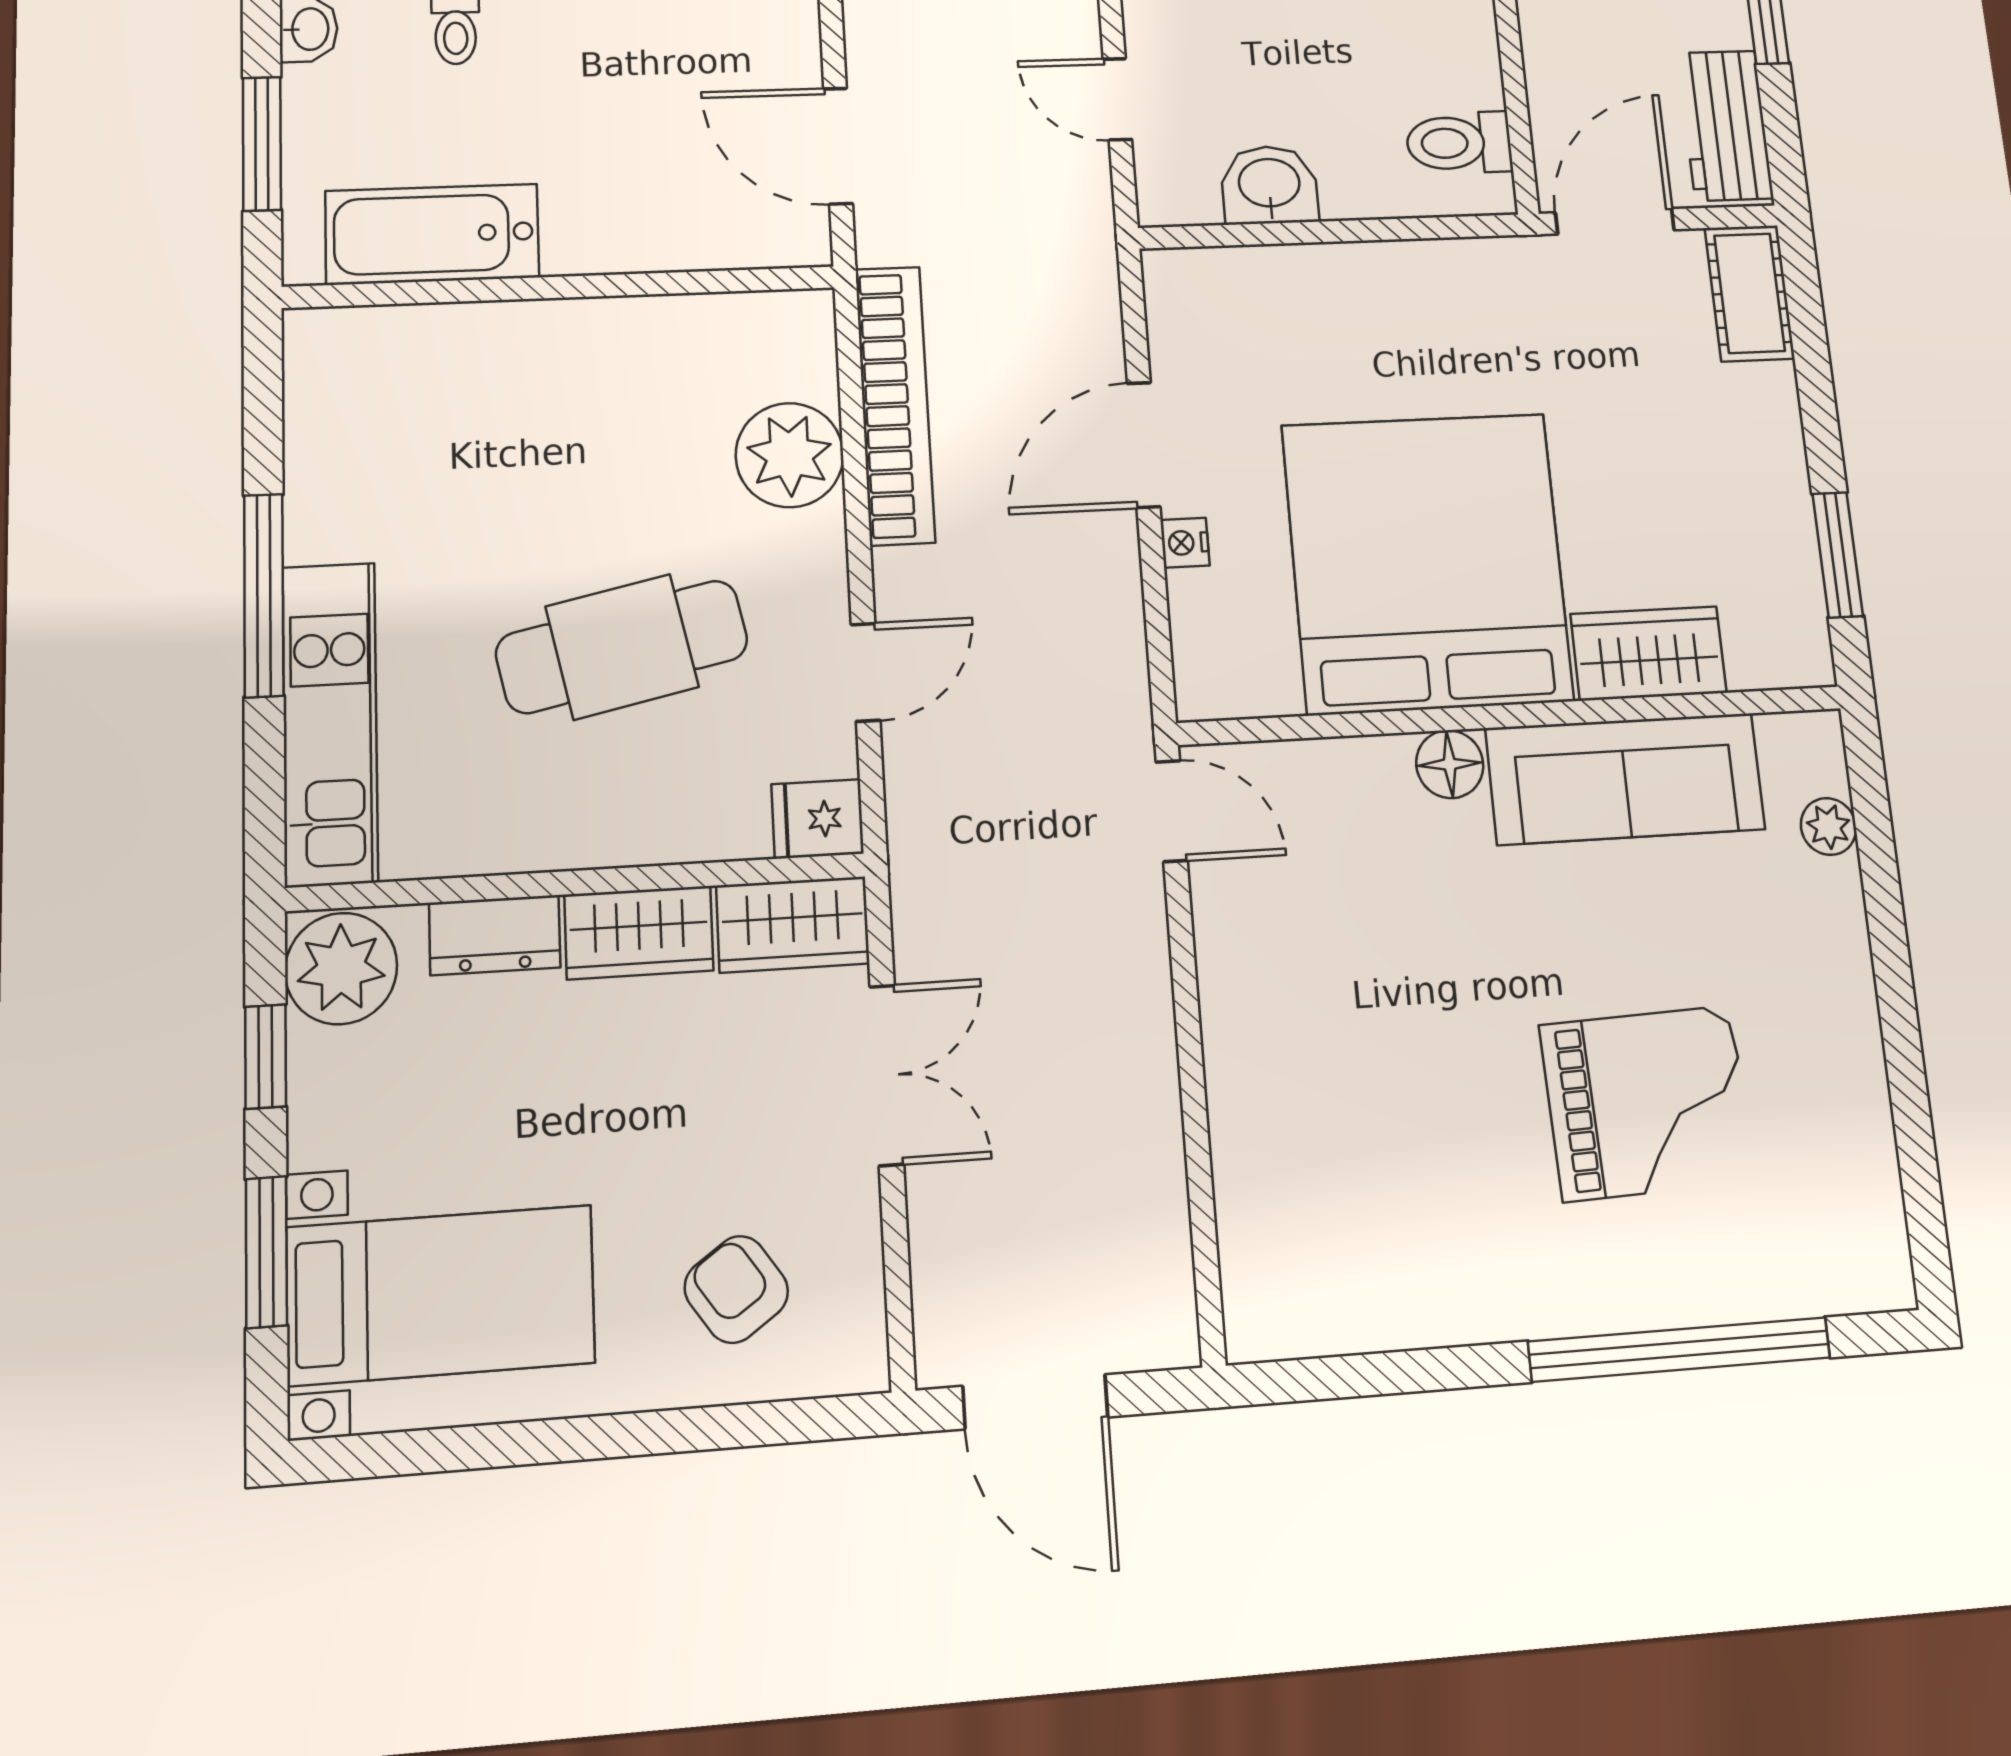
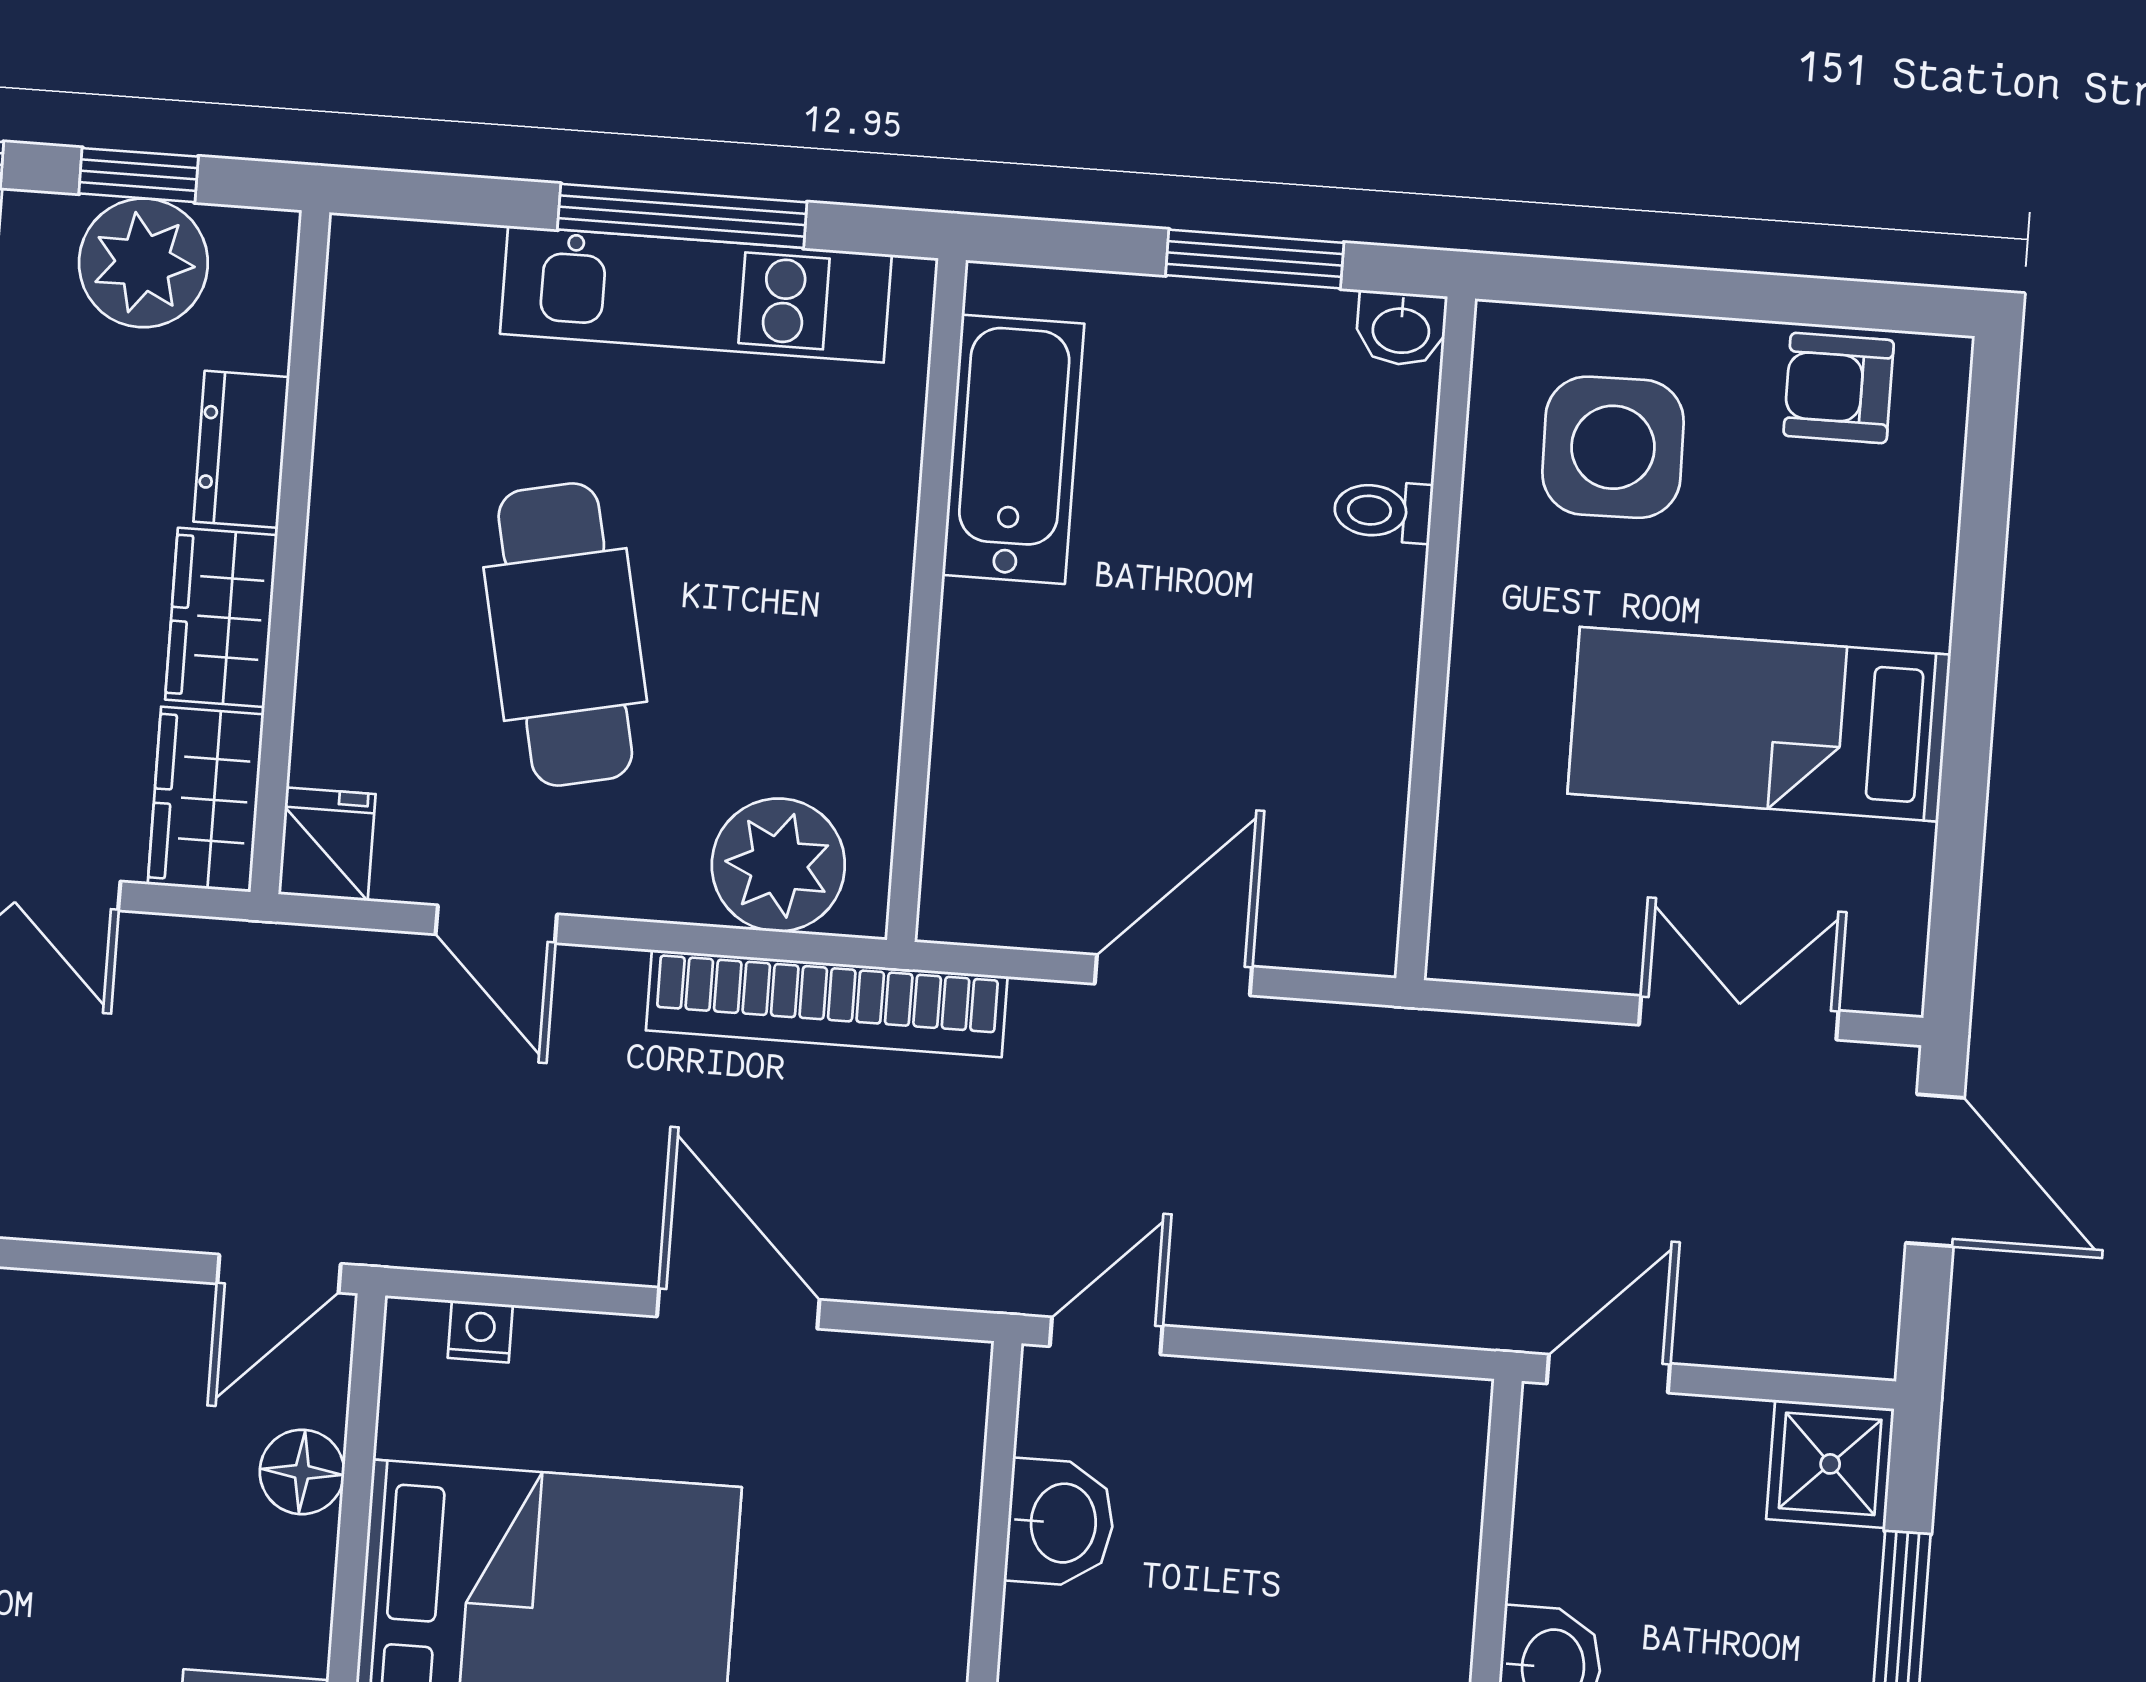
door: (1117, 99) -> (1106, 1336), moved
bathtub: (432, 234) -> (1013, 449), moved
wall: (561, 287) -> (926, 600), moved
nightstand: (1185, 543) -> (480, 1331), moved
kitchen unit: (330, 723) -> (696, 294), moved
floor lamp: (1450, 764) -> (302, 1472), moved
plant: (341, 968) -> (143, 263), moved

